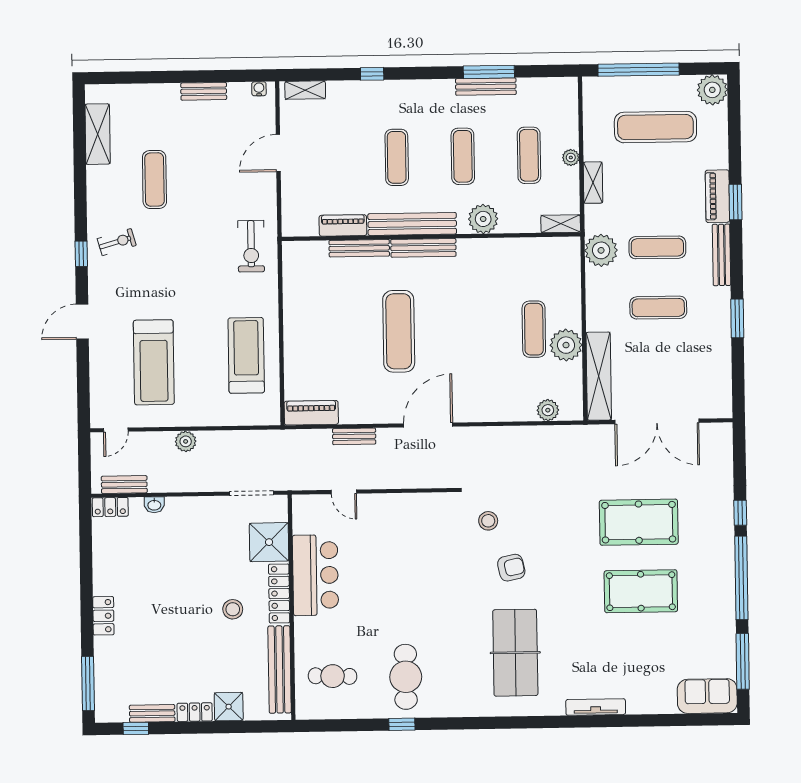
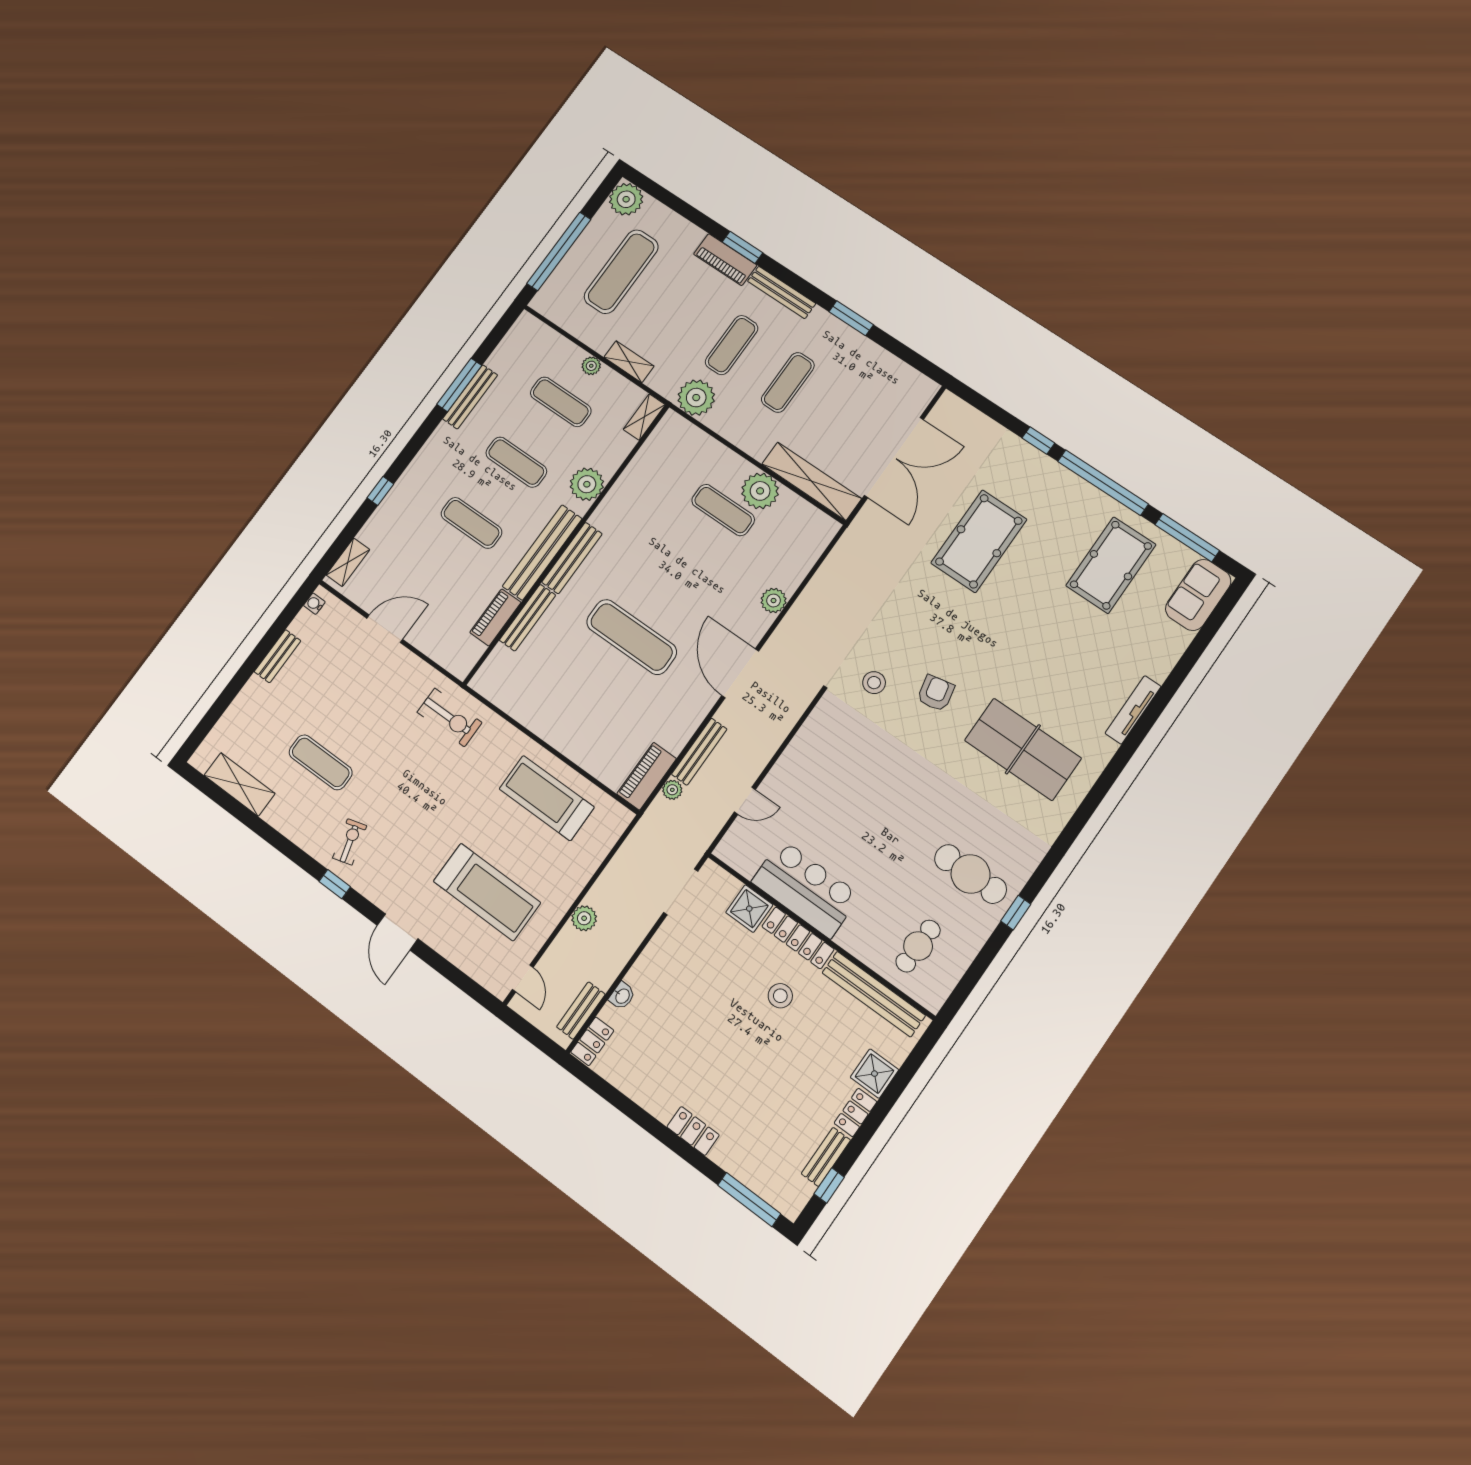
door: (278, 153) -> (385, 629), swing flipped
plant: (548, 410) -> (774, 601), moved
bench: (354, 436) -> (699, 752), width x1.36
plant: (315, 437) -> (672, 790), added
shower: (269, 542) -> (749, 909), width x0.73, depth x0.73
pool table: (641, 591) -> (1111, 565), moved

